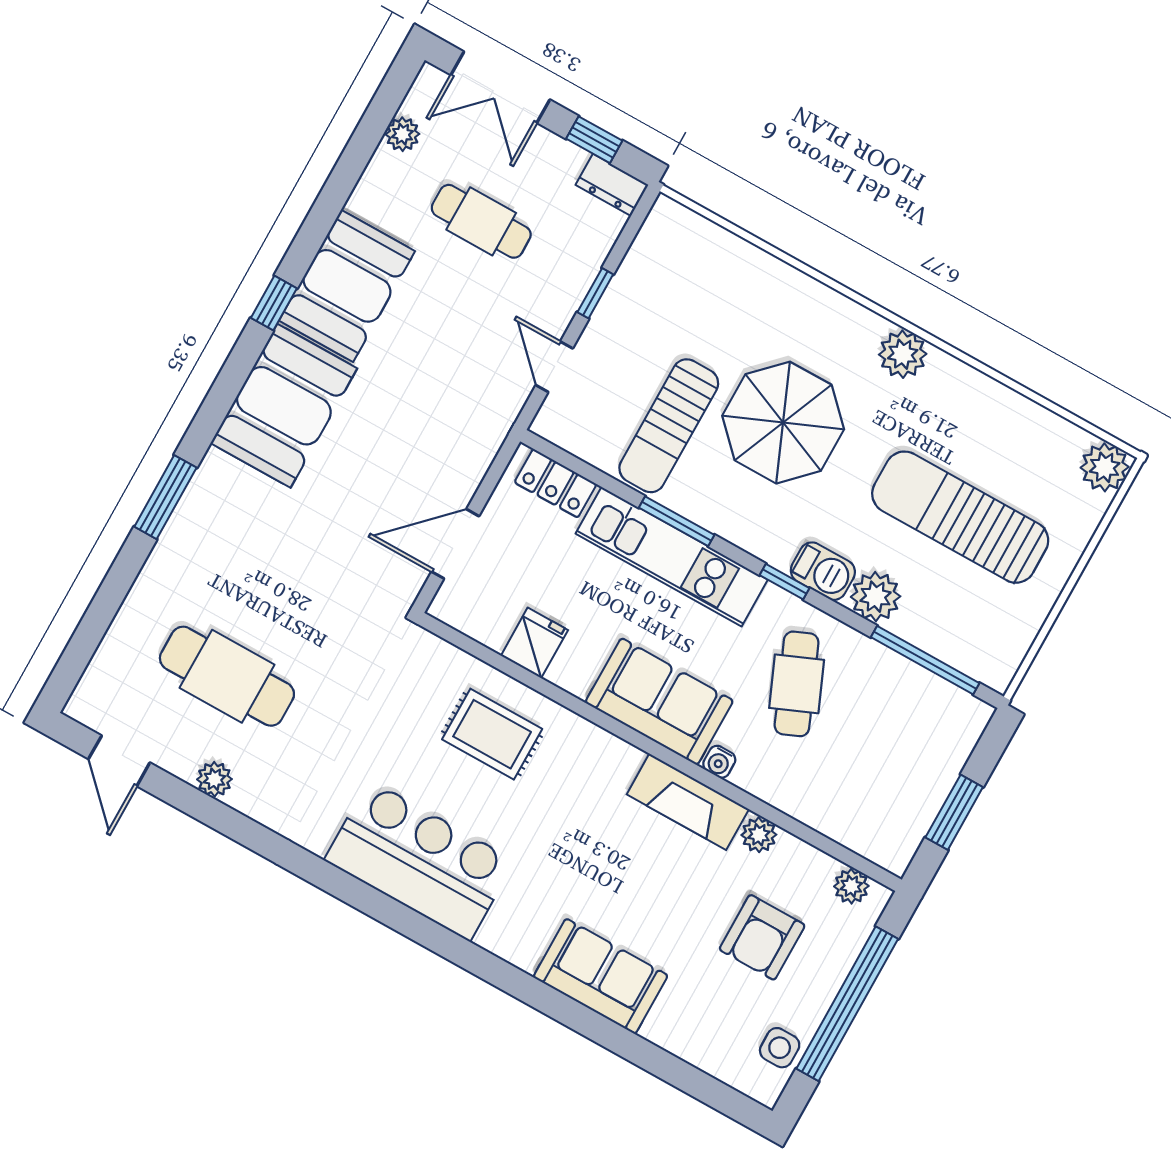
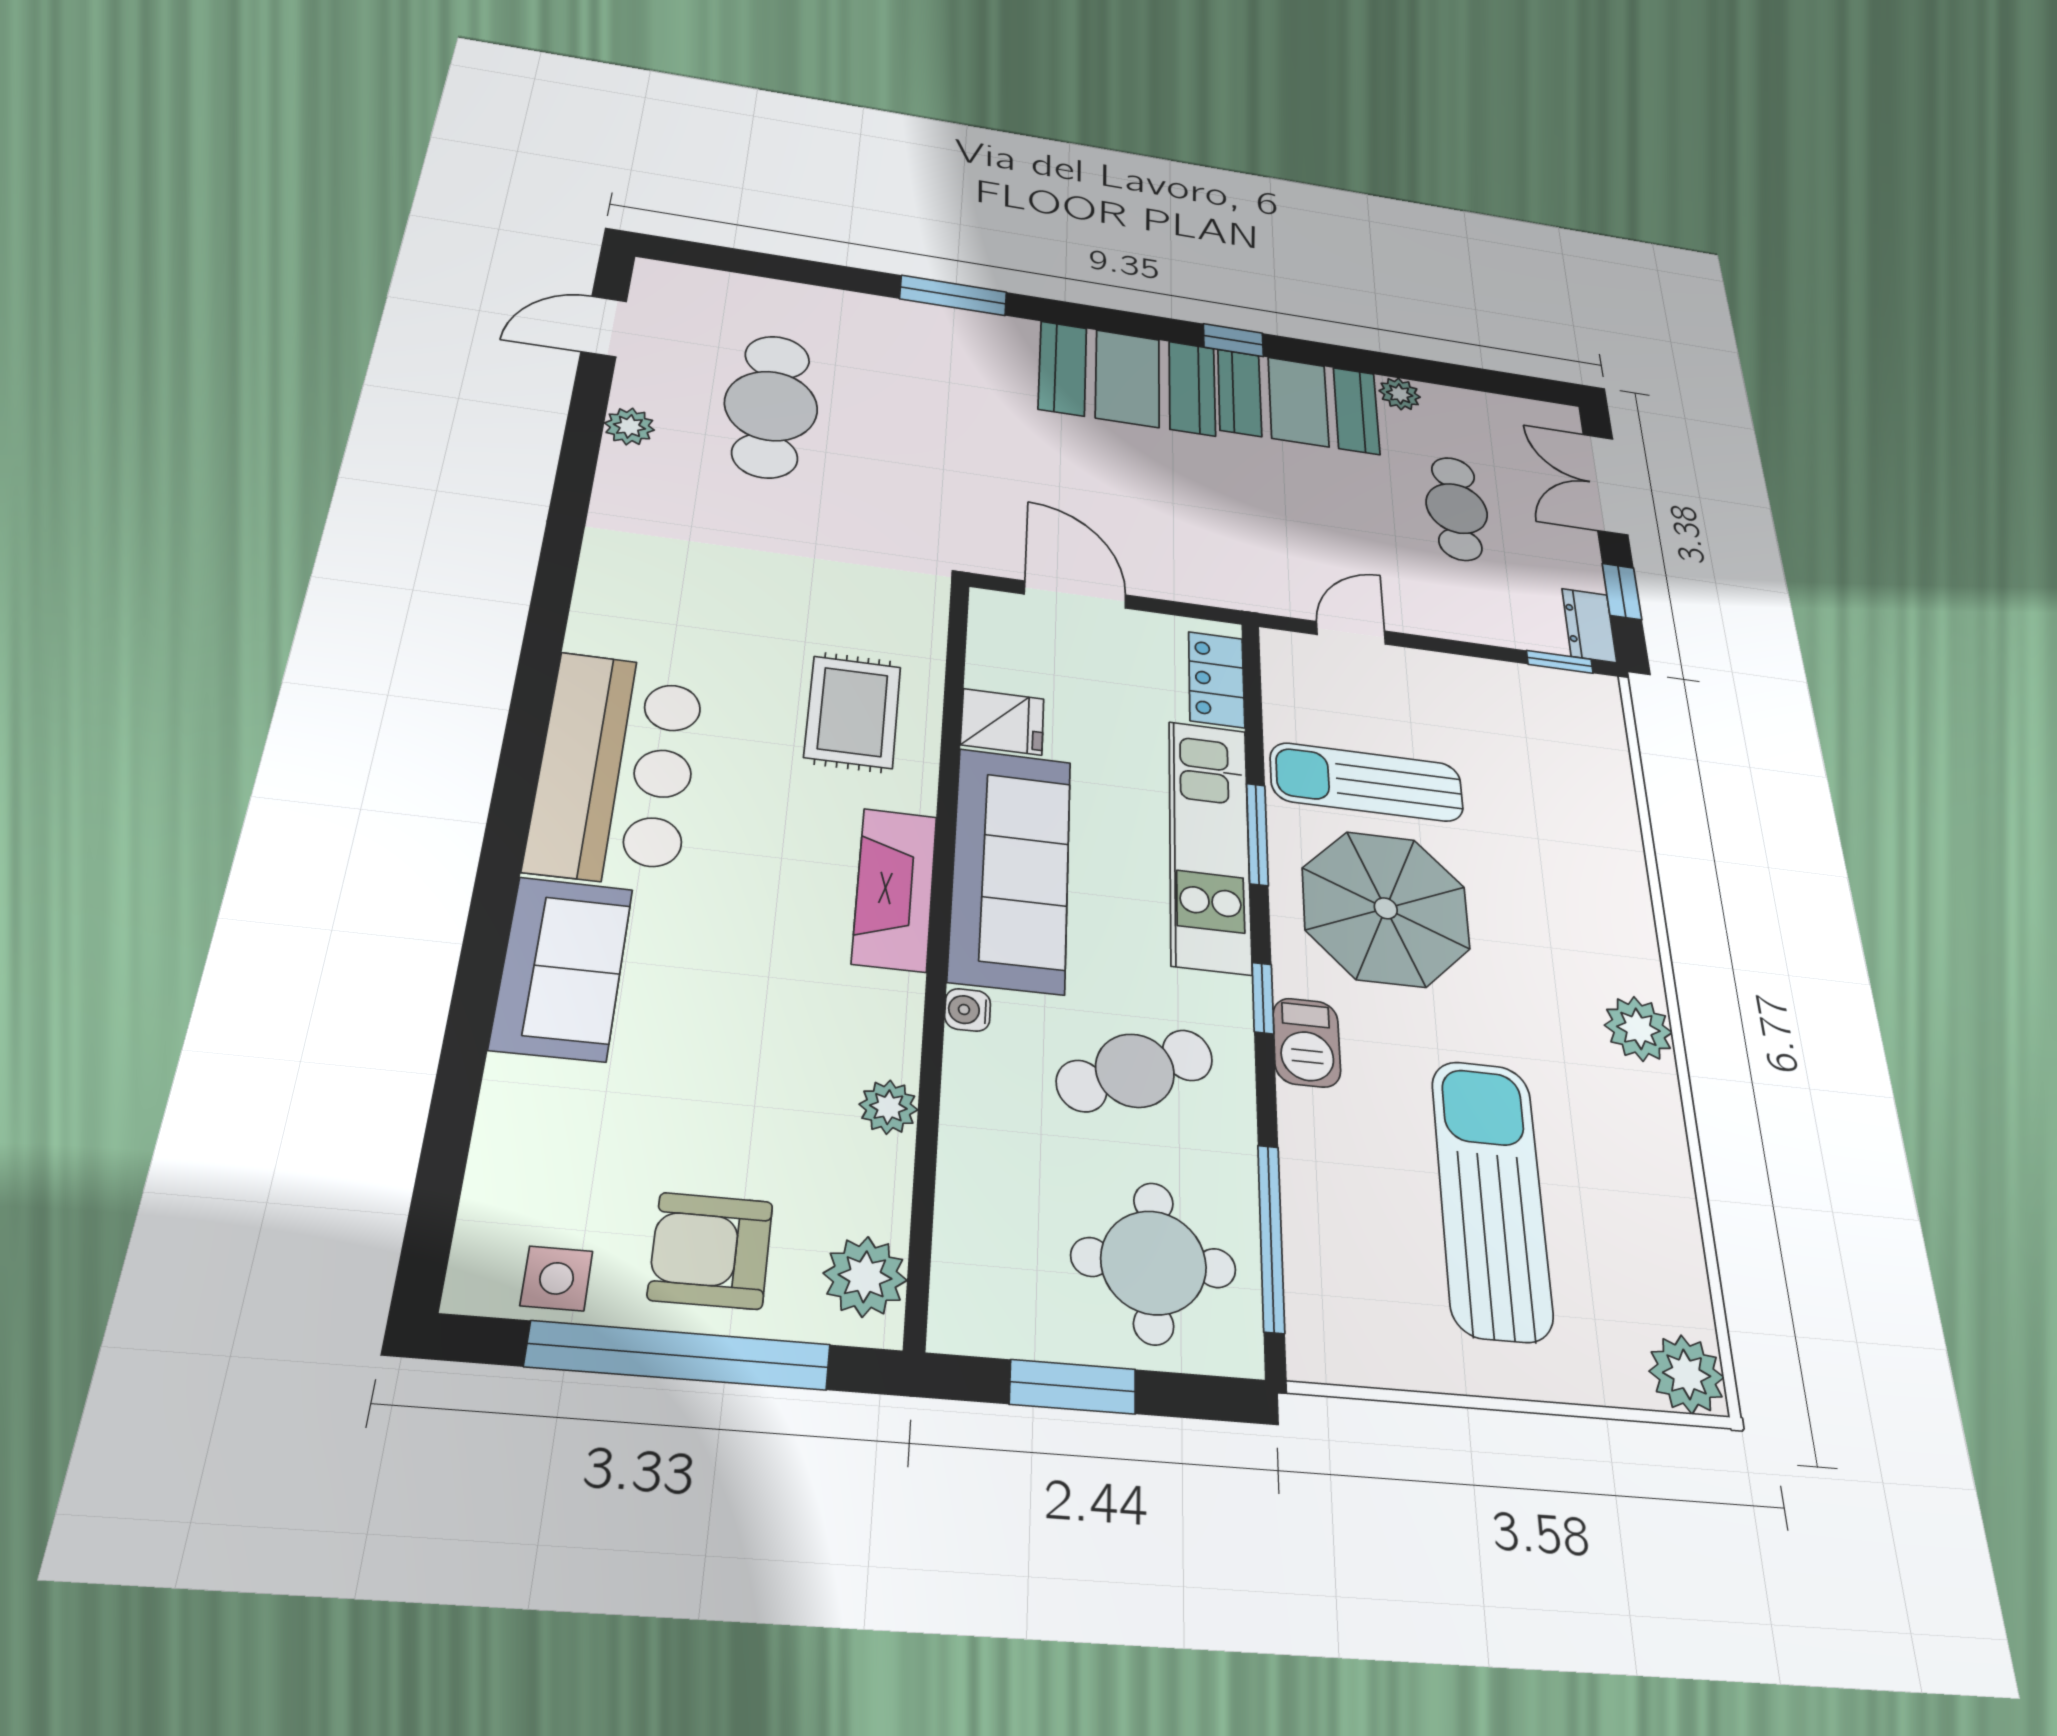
plant: (402, 134) -> (1400, 394), moved
window: (595, 293) -> (1560, 662), moved
parasol: (783, 423) -> (1386, 908), moved
plant: (876, 597) -> (1316, 1128), removed
sofa: (659, 701) -> (1011, 869), width x1.36
round table: (909, 734) -> (1153, 1263), added
fireplace: (688, 802) -> (895, 889), moved
bar counter: (419, 860) -> (617, 768), moved
plant: (851, 886) -> (865, 1277), width x1.38, depth x1.38
armchair: (762, 937) -> (711, 1250), moved

